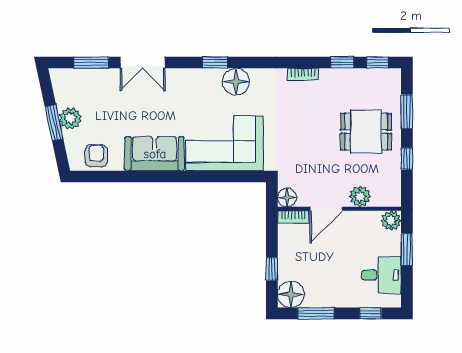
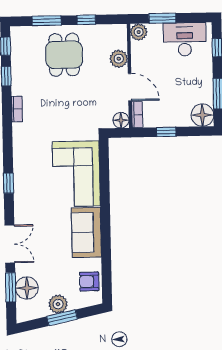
floor lamp: (236, 82) -> (27, 288), moved
window: (272, 269) -> (166, 132), moved
desk: (381, 275) -> (185, 39), width x1.37

